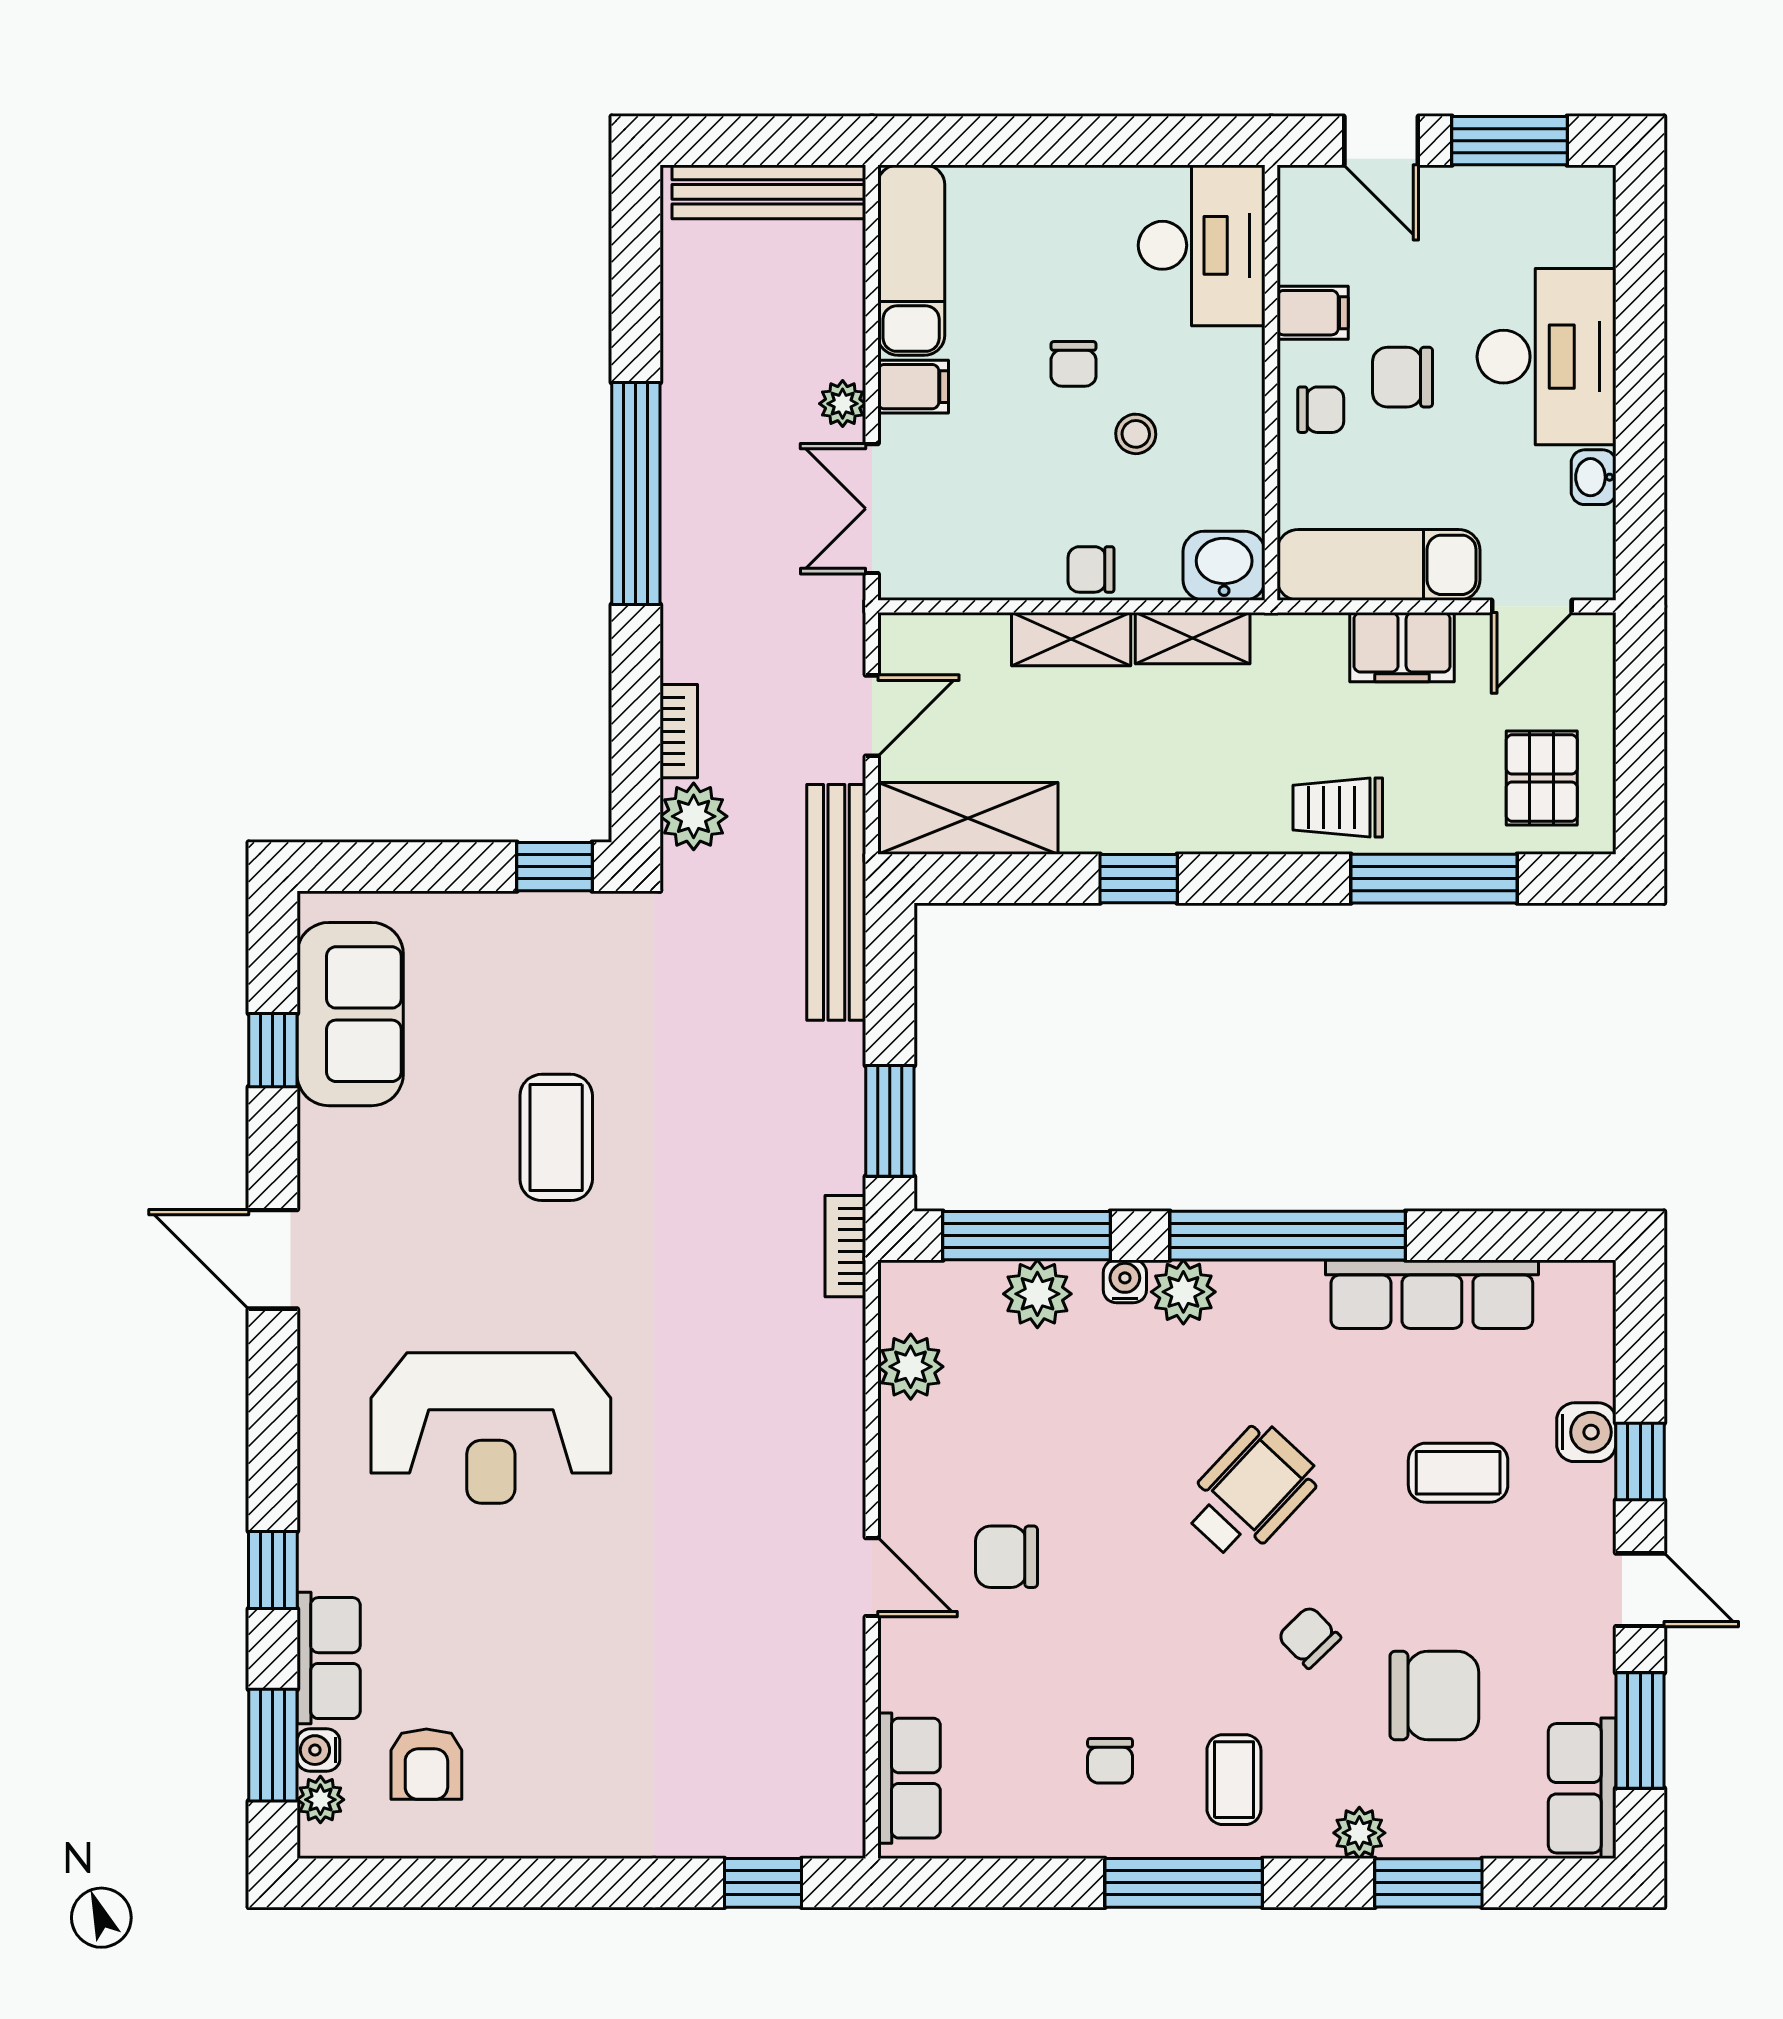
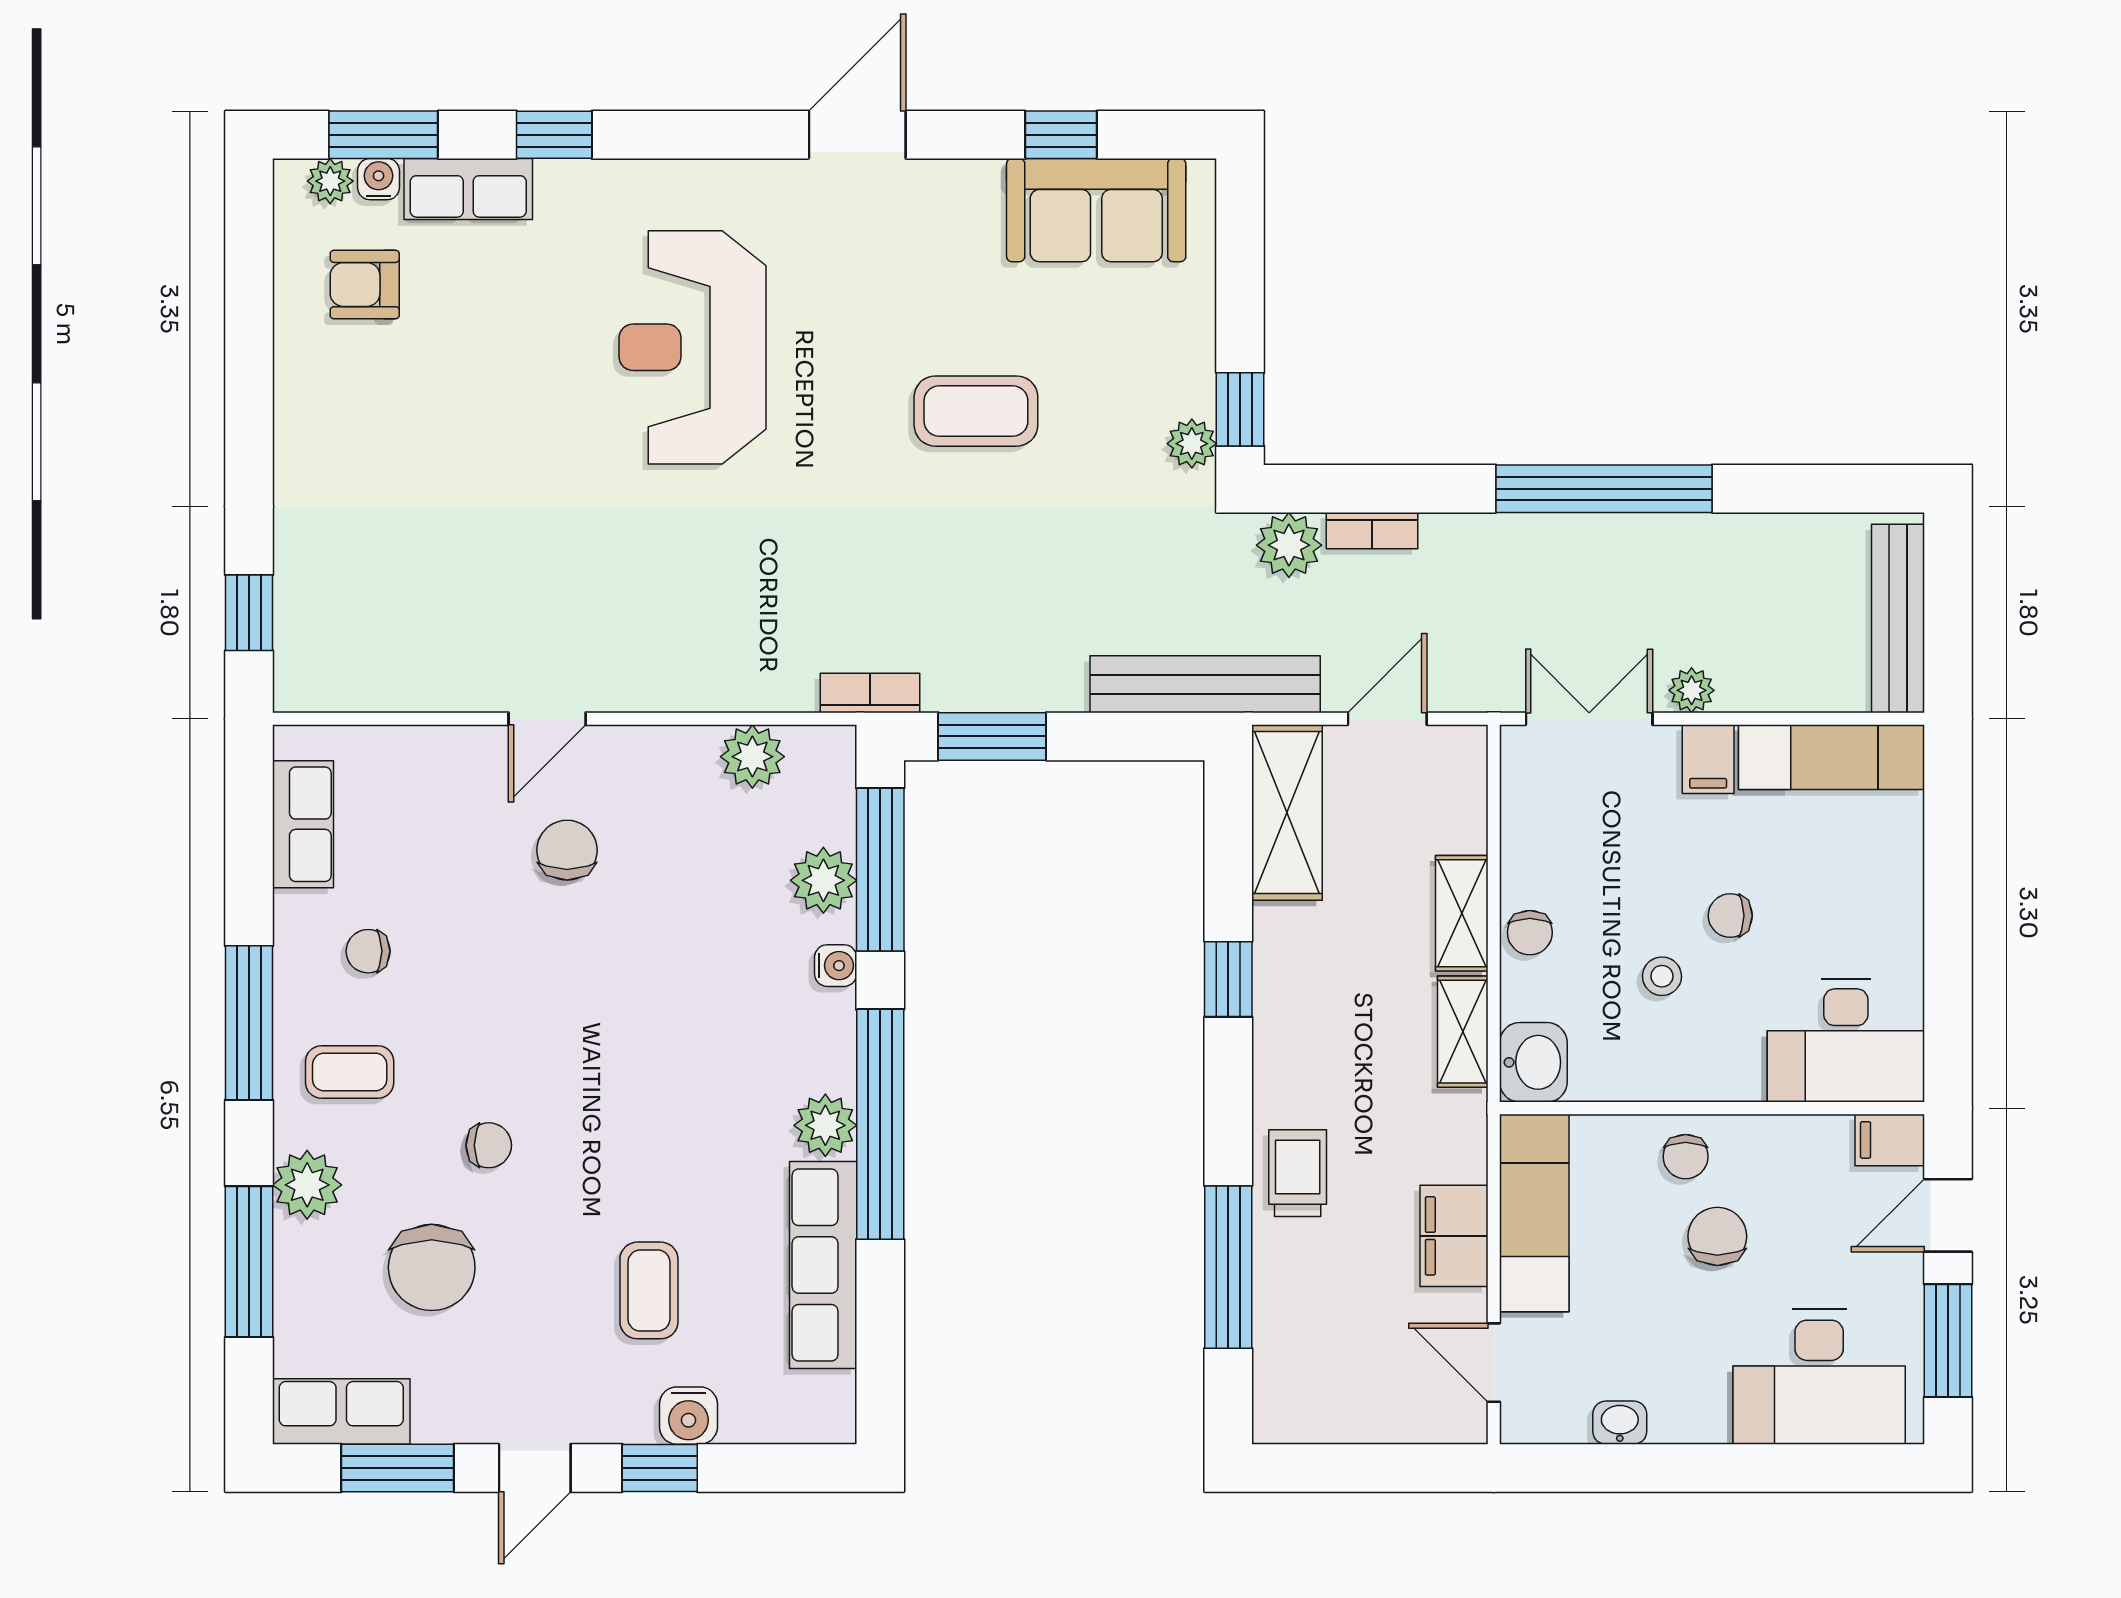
filing cabinet: (1313, 313) -> (1890, 1140), moved, turned 90
desk: (1547, 357) -> (1819, 1377), moved
chair: (1091, 569) -> (1530, 933), turned 180
door: (872, 716) -> (1387, 719), swing flipped
pallet: (1542, 778) -> (1326, 1372), removed
plant: (589, 916) -> (1192, 444), added
plant: (1183, 1292) -> (825, 1125), moved
wheelchair: (1250, 1492) -> (630, 1088), removed
chair: (1309, 1637) -> (489, 1145), turned 44
row of seats: (909, 1778) -> (303, 824), moved, turned -90
plant: (1359, 1833) -> (307, 1185), width x1.38, depth x1.38
window: (1428, 1883) -> (249, 1262), width x1.44

